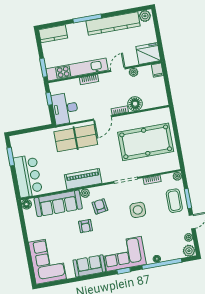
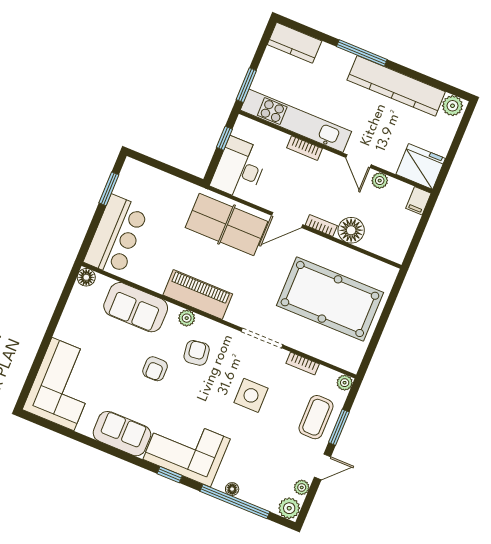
door: (118, 70) -> (359, 161), swing flipped
sofa: (58, 203) -> (136, 307), width x0.73

